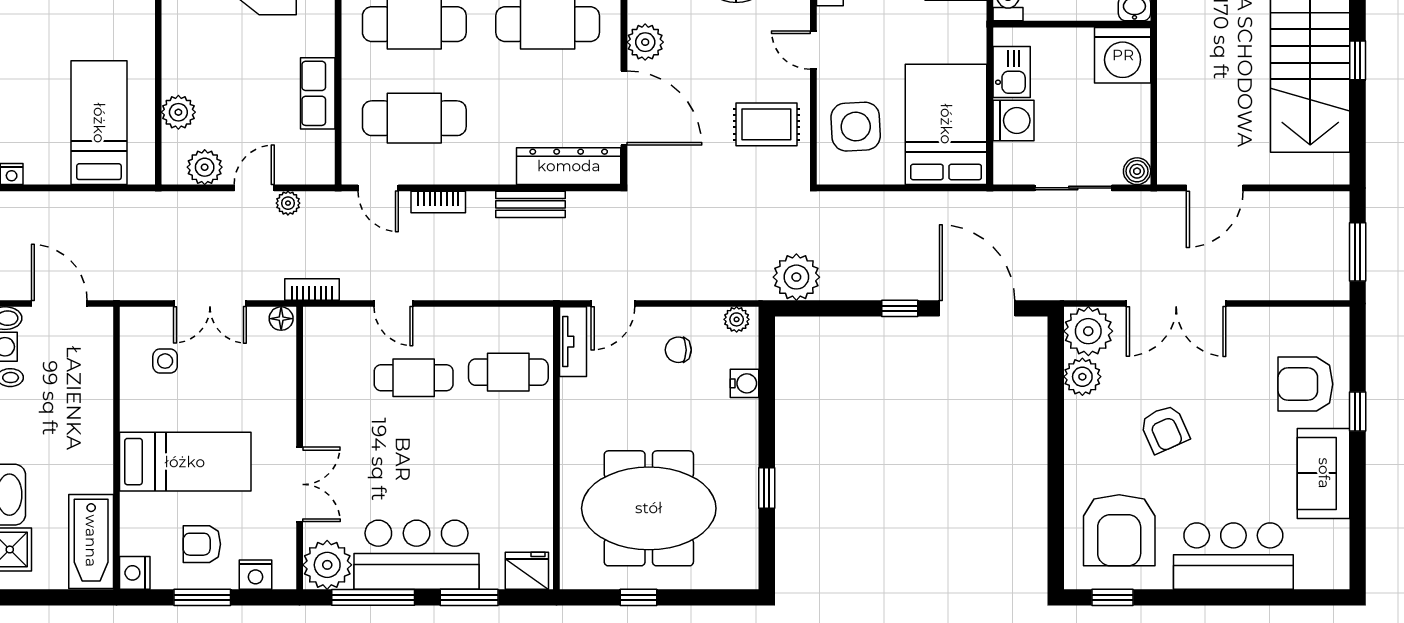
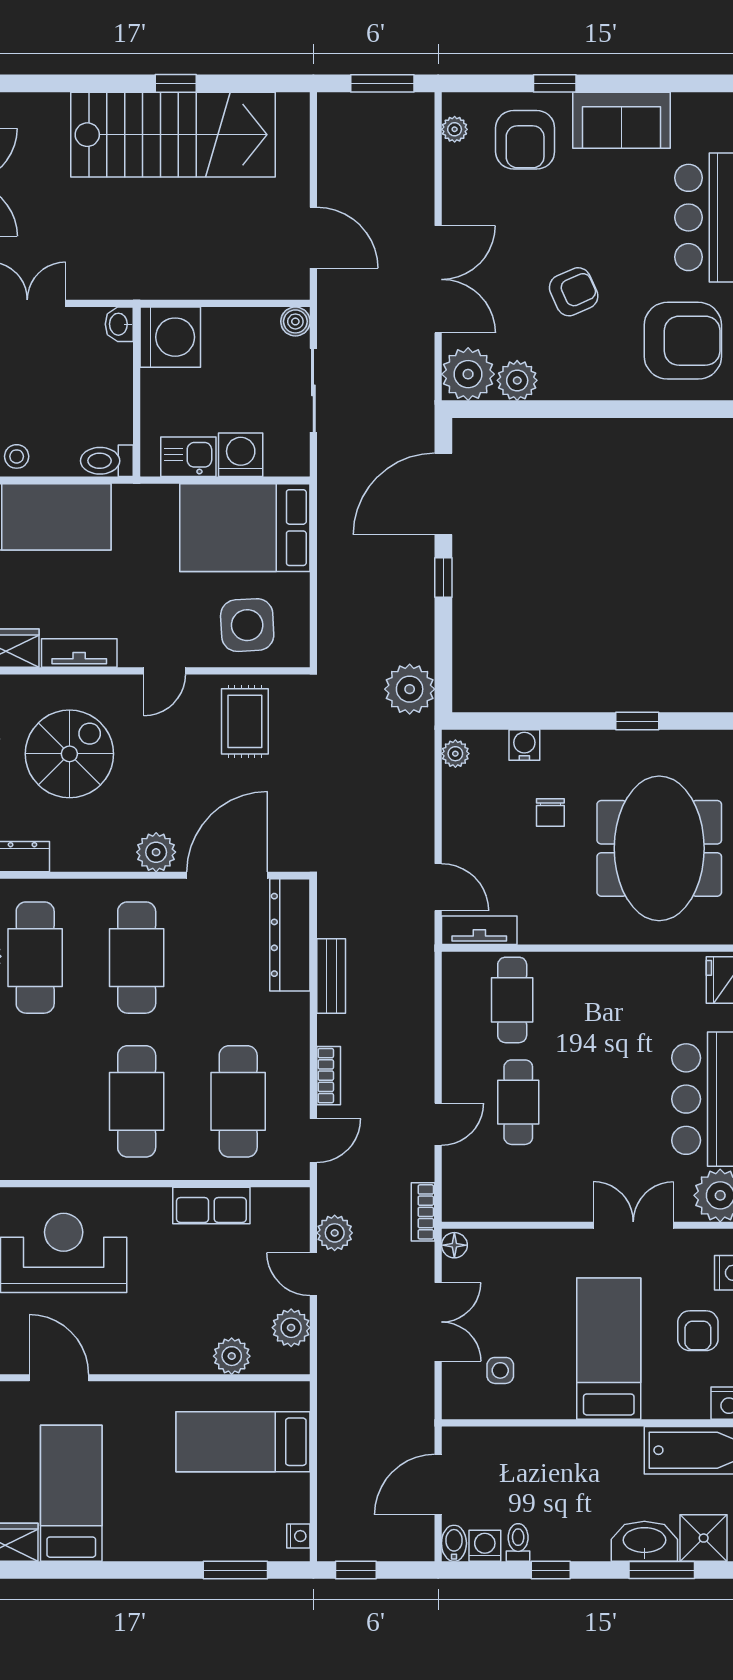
plant: (288, 203) -> (335, 1233), width x1.38, depth x1.38
plant: (1315, 319) -> (455, 129), added
chair: (678, 350) -> (550, 813), moved

